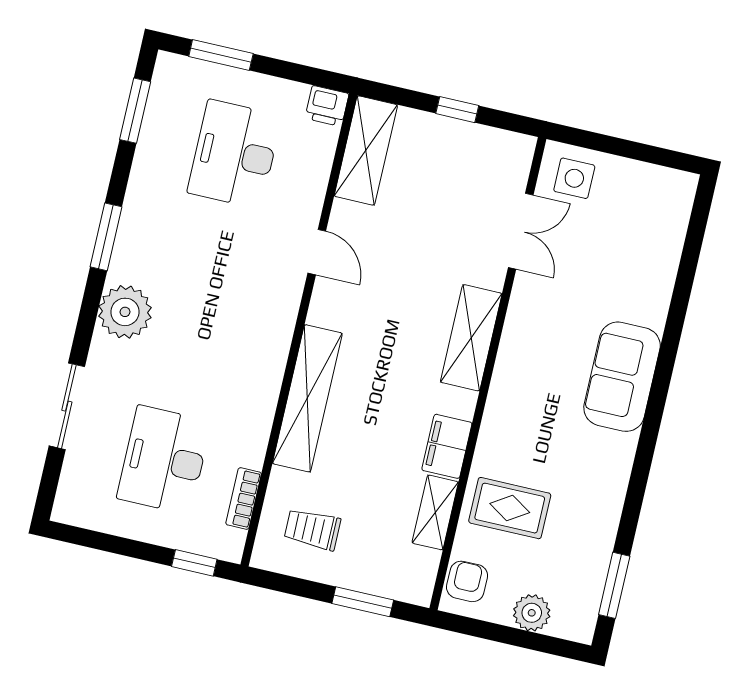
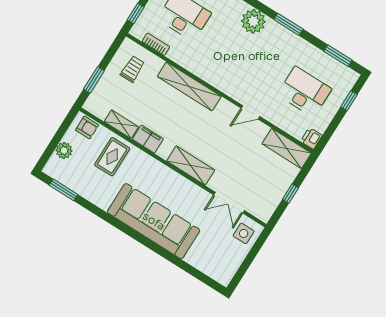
window: (221, 55) -> (349, 101), width x0.67
sofa: (622, 377) -> (154, 221), width x1.85, depth x1.27

